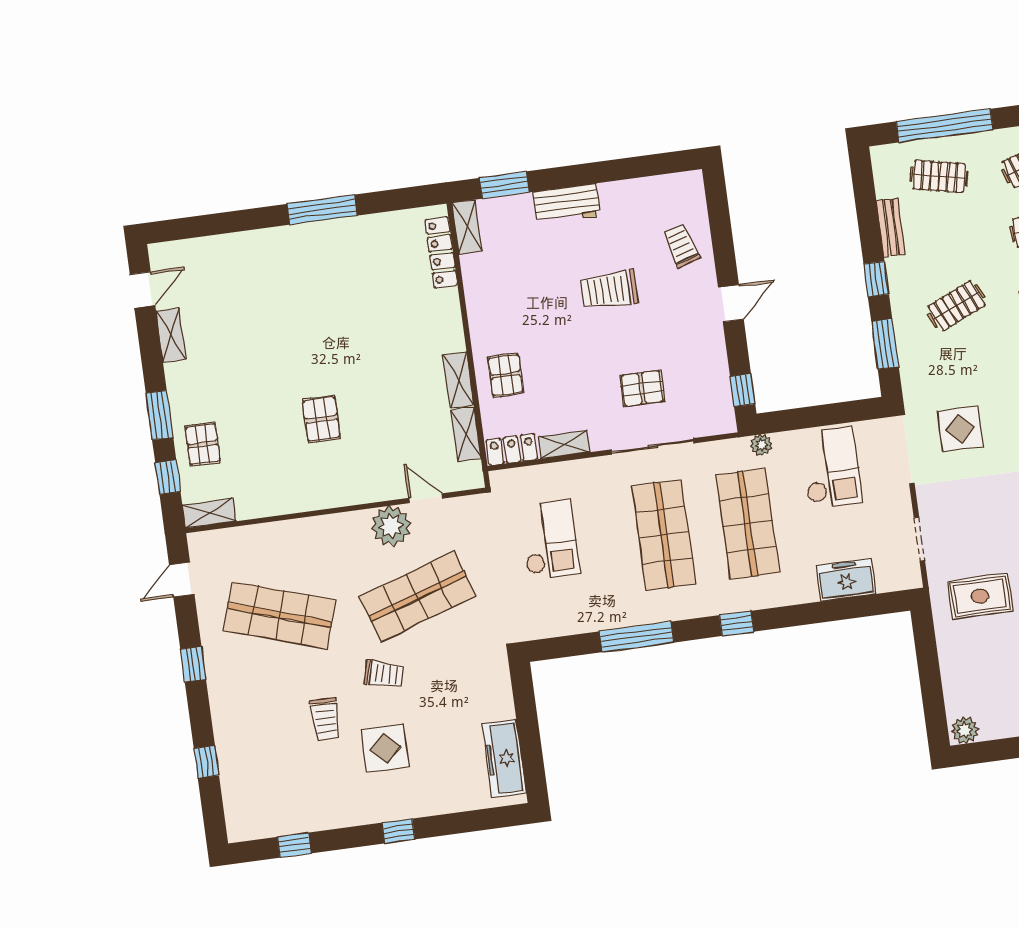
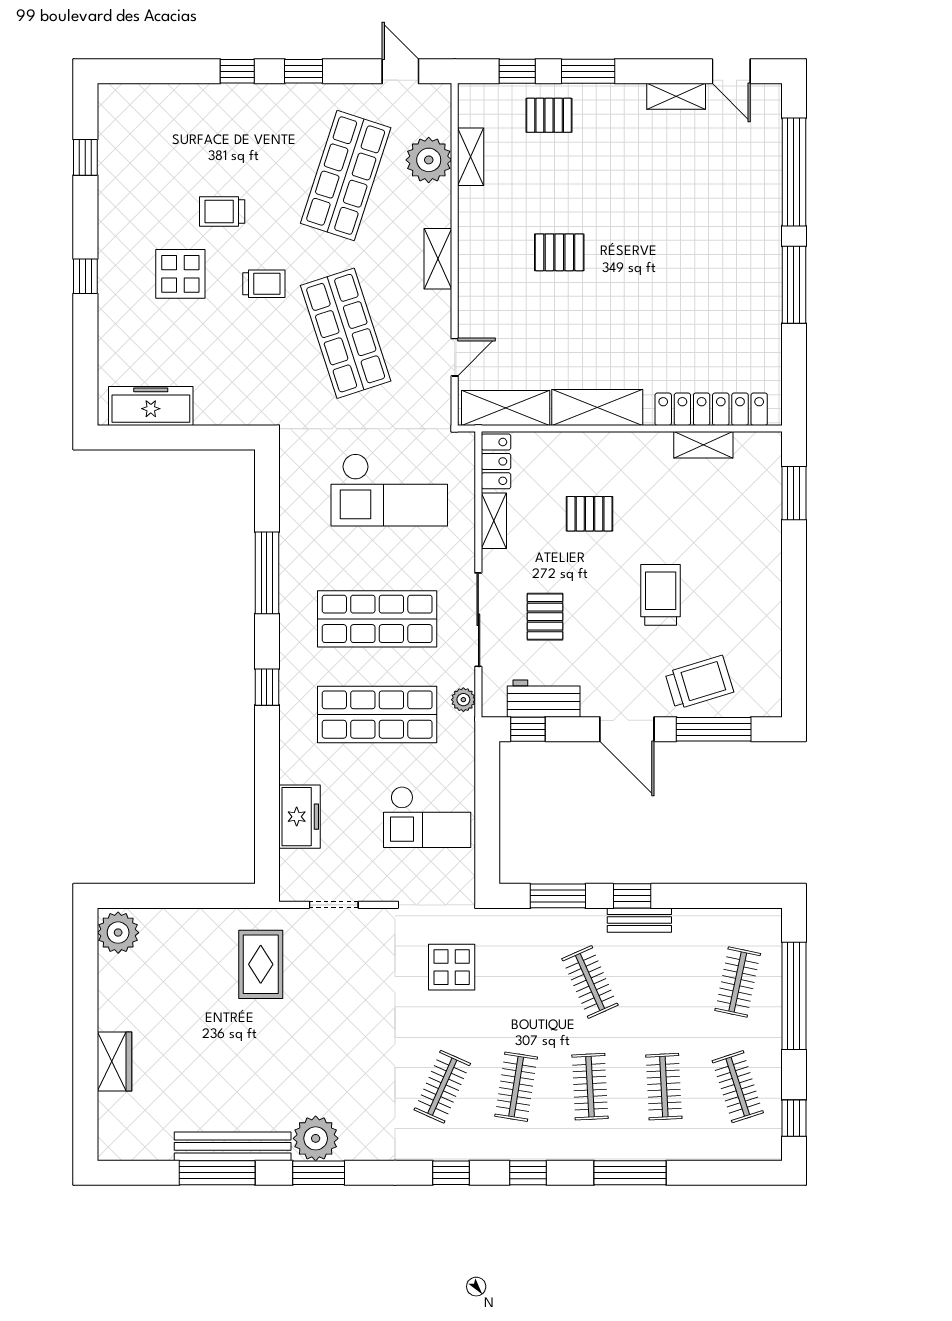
workbench: (567, 204) -> (544, 699), moved, turned 90
window: (223, 223) -> (794, 172), added
shelving: (467, 227) -> (703, 445), moved
window: (721, 227) -> (714, 729), added
bench: (891, 228) -> (639, 920), moved
trolley: (681, 246) -> (699, 682), width x1.36, depth x1.39
locker: (441, 252) -> (711, 409), width x1.41, depth x1.21
door: (731, 303) -> (627, 729), width x1.38
pallet: (506, 375) -> (589, 514), moved
shelving: (458, 380) -> (597, 407), width x1.50, depth x1.33
shelving: (466, 434) -> (506, 408), width x1.50, depth x1.33
plant: (761, 445) -> (463, 700), moved
shelving: (209, 513) -> (471, 157), moved
shelving: (341, 524) -> (438, 259), added
plant: (391, 526) -> (429, 160), moved
checkout: (549, 540) -> (389, 490), width x1.36, depth x1.21
trolley: (384, 674) -> (264, 284), turned -104
plant: (965, 730) -> (118, 933), width x1.36, depth x1.36
window: (206, 762) -> (237, 71), moved

